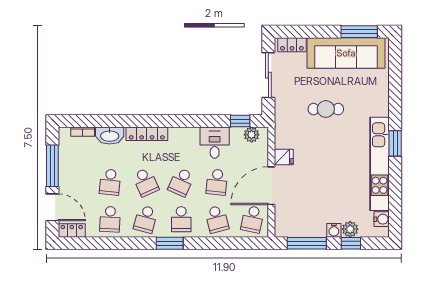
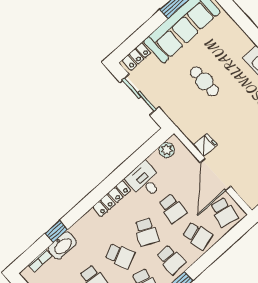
cafe table: (326, 109) -> (204, 81), turned 90
window: (240, 121) -> (56, 231), moved
locker: (147, 134) -> (112, 198), moved

